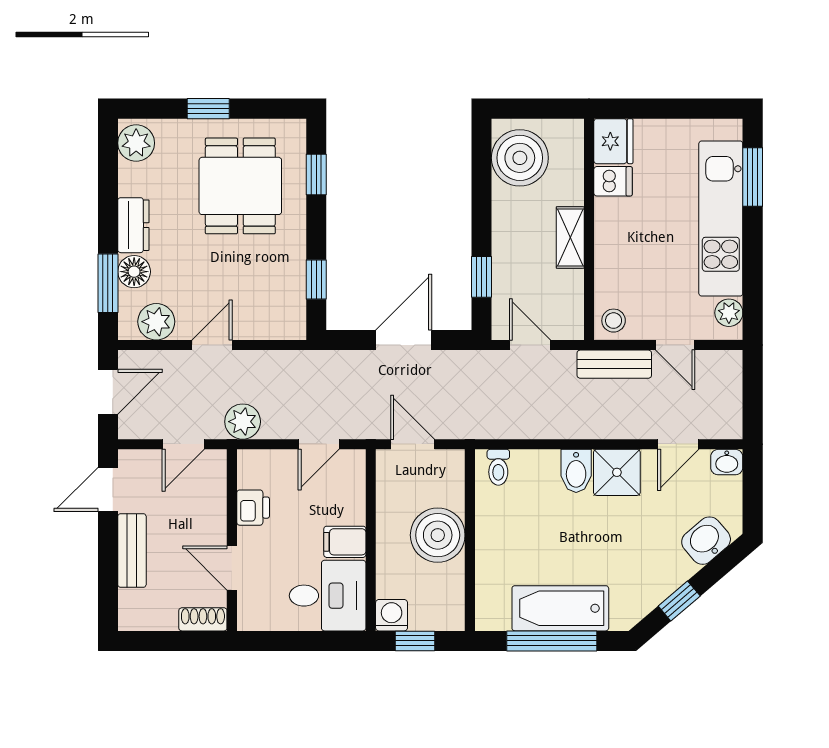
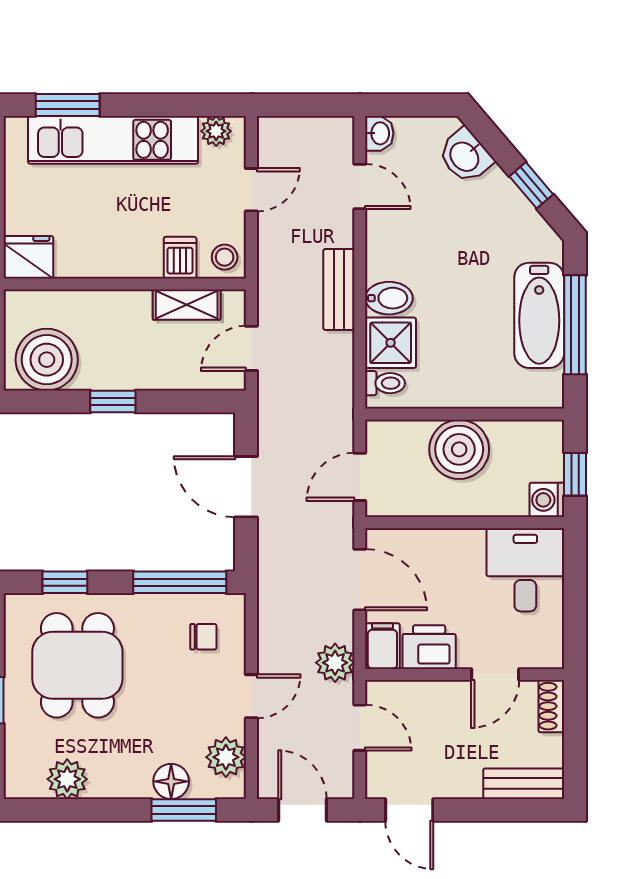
plant: (136, 143) -> (67, 779), moved
dishwasher: (613, 181) -> (180, 258), moved
dining table: (240, 186) -> (77, 665), turned 90
dresser: (133, 225) -> (120, 782), removed
shelving: (570, 237) -> (187, 305), moved
window: (482, 277) -> (113, 401), moved
window: (316, 280) -> (180, 582), width x2.17
chair: (266, 301) -> (203, 637), added
door: (212, 345) -> (251, 696), swing flipped
bench: (614, 364) -> (339, 289), moved
door: (319, 444) -> (360, 580), width x1.38
shower: (617, 472) -> (391, 343), moved
printer: (253, 508) -> (429, 647), width x1.36, depth x1.24
filing cabinet: (345, 542) -> (382, 646), moved, turned 180
bench: (132, 551) -> (524, 784), moved

